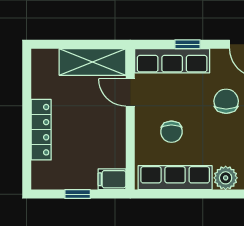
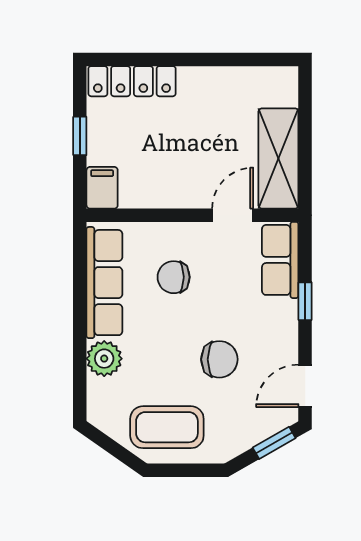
row of seats: (172, 61) -> (280, 260), width x0.68
locker: (41, 130) -> (132, 81), moved

